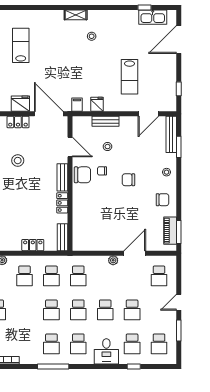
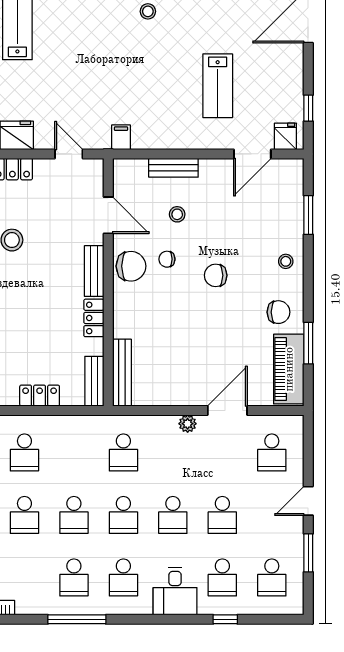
fridge: (97, 104) -> (285, 136), moved
door: (49, 114) -> (69, 154), width x0.53
bench: (171, 134) -> (122, 373), moved
piano: (170, 231) -> (289, 369), width x1.37, depth x1.33
window: (179, 232) -> (308, 343), moved
school desk: (51, 276) -> (24, 515), moved

